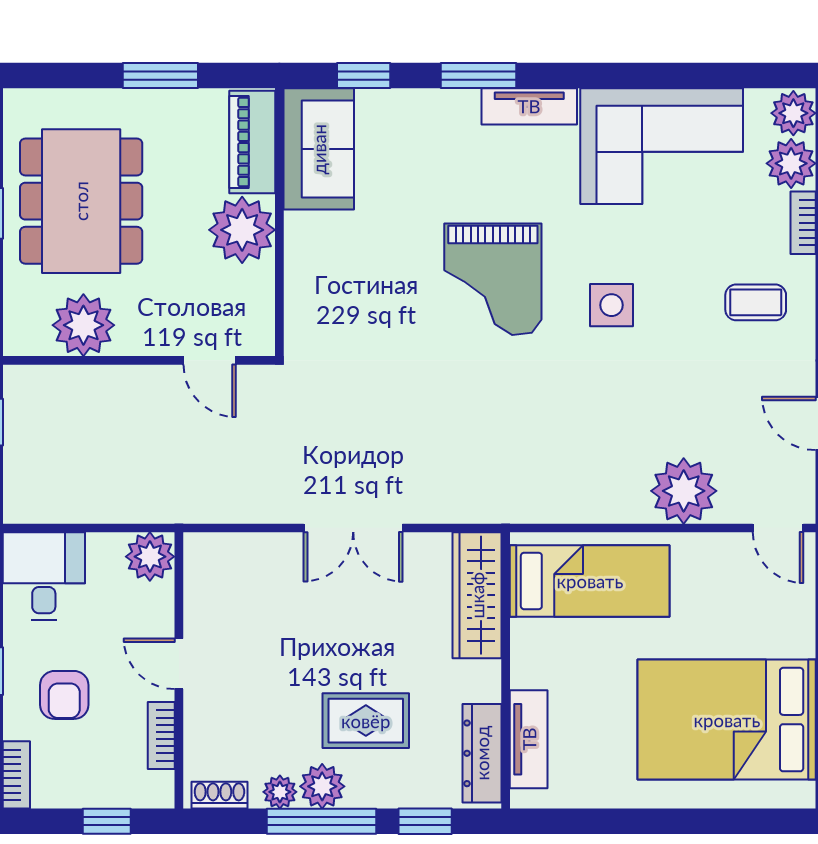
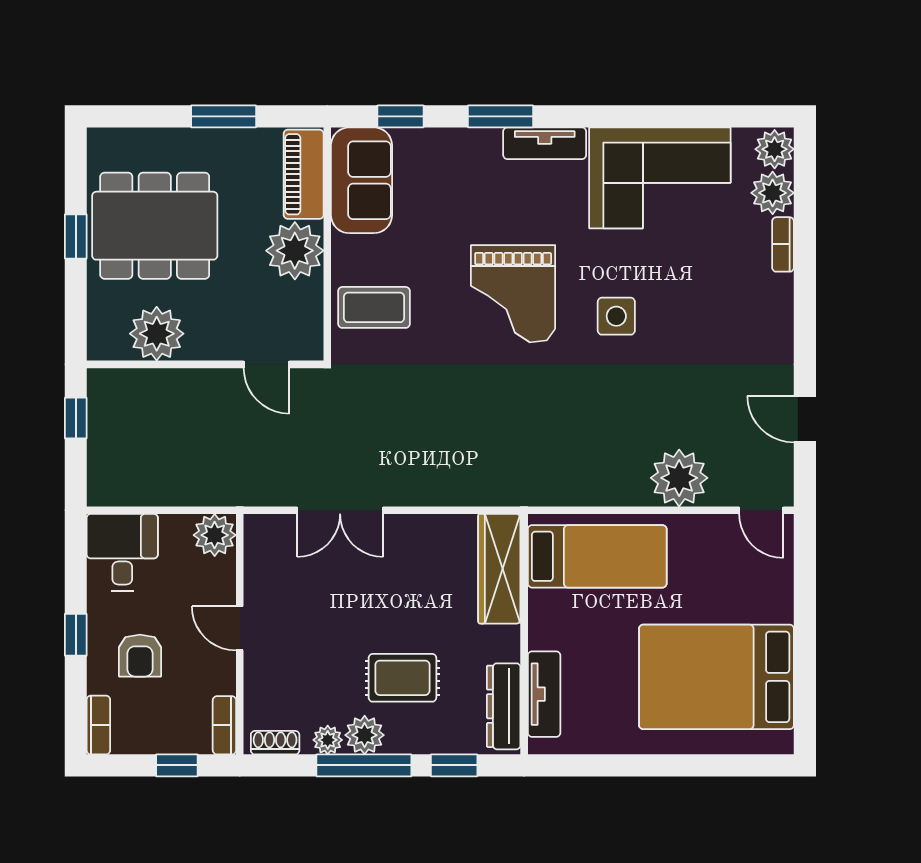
dining table: (81, 201) -> (155, 226), turned 90
coffee table: (756, 302) -> (374, 307), moved, width x1.36, depth x1.30
double door: (353, 528) -> (340, 510), moved
bookcase: (161, 735) -> (224, 725), moved

